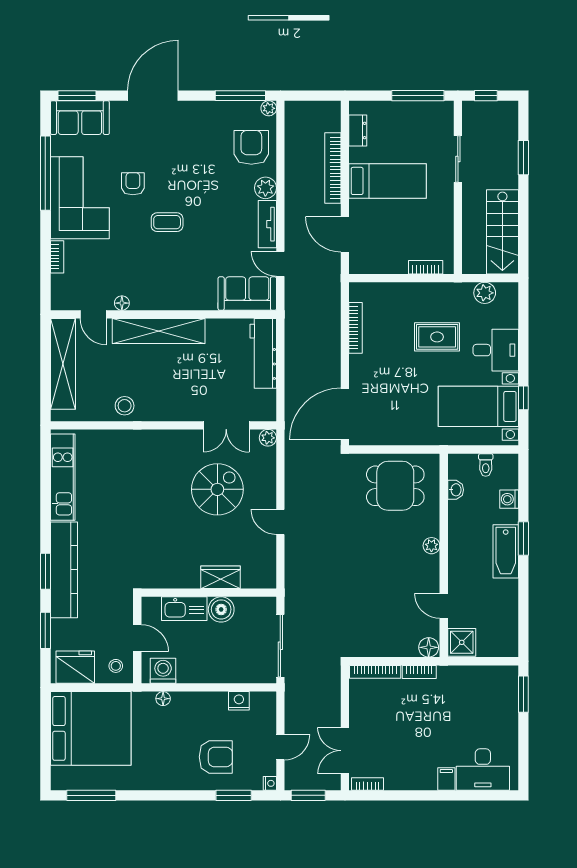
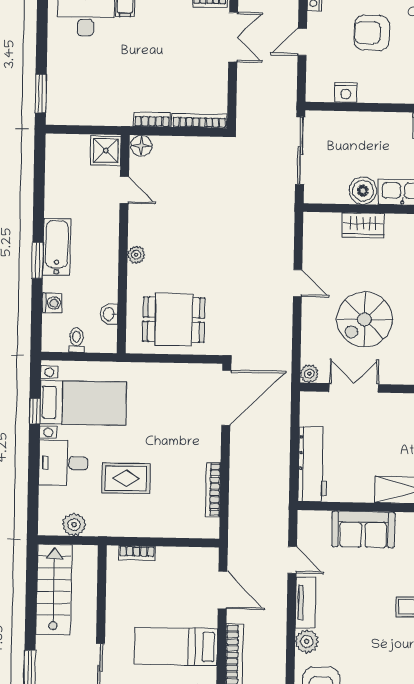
sofa: (247, 294) -> (363, 529), moved

